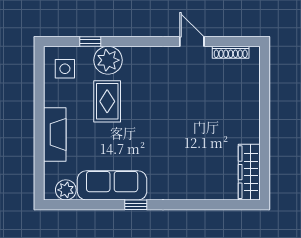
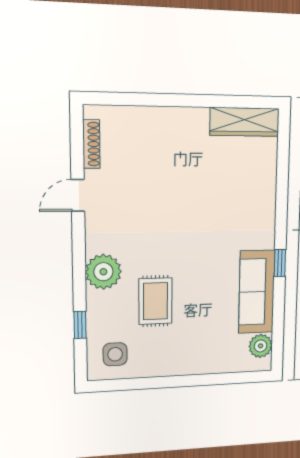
plant: (108, 60) -> (103, 272), moved
rug: (107, 101) -> (155, 301), turned 90
fireplace: (55, 134) -> (195, 362), removed

